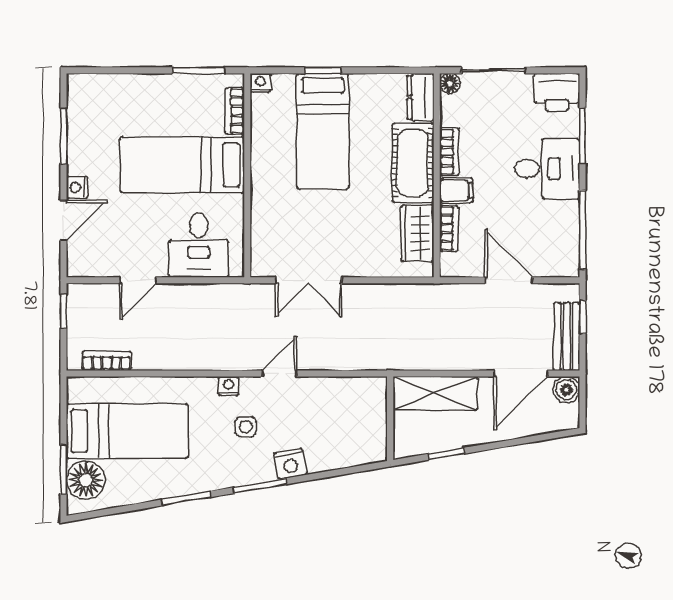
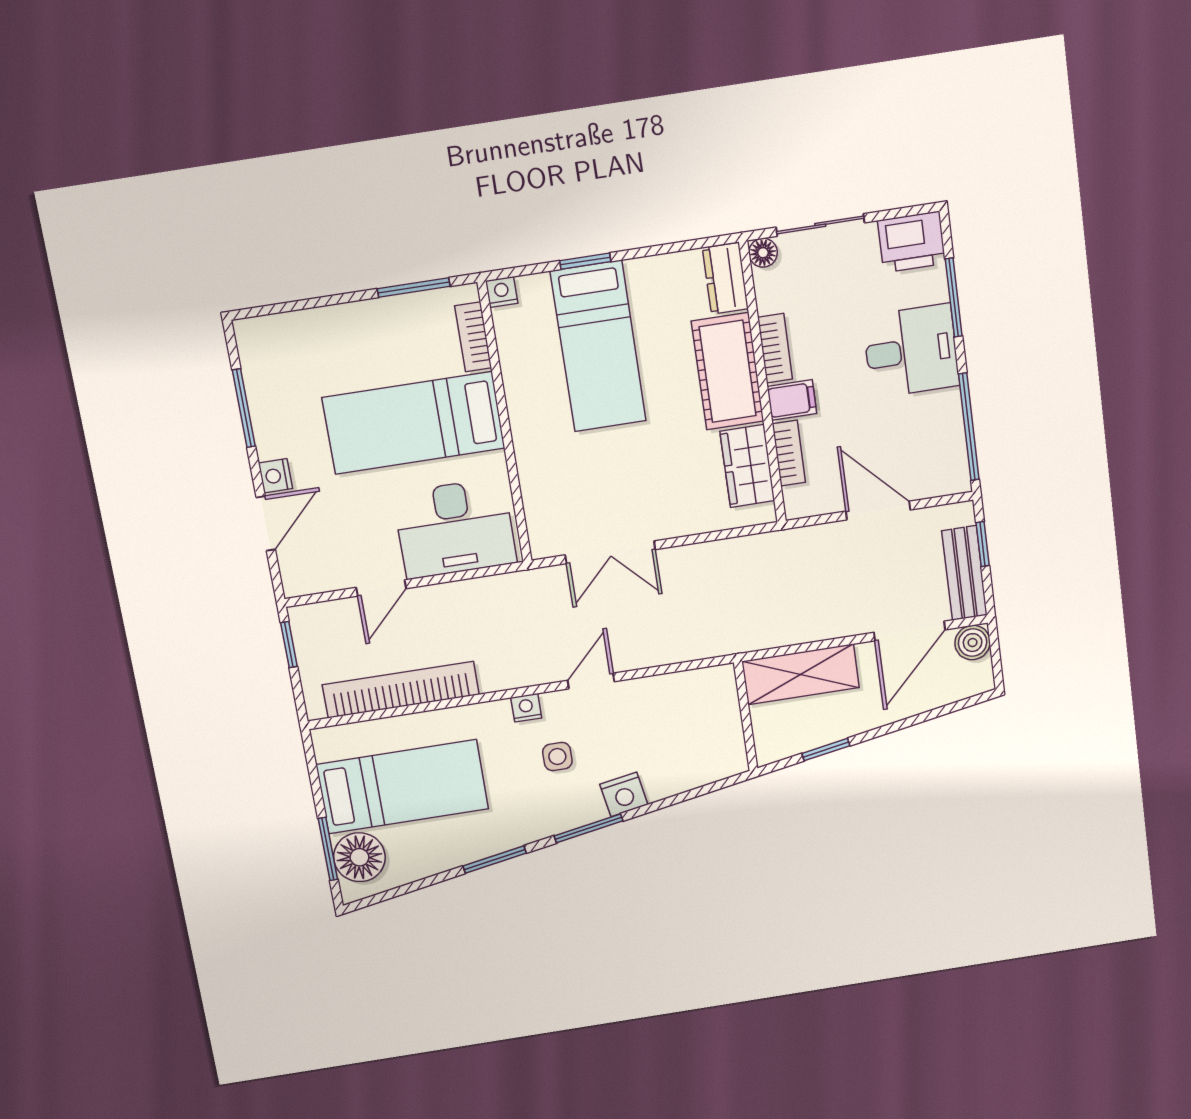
desk: (199, 245) -> (455, 528), width x1.37
bookcase: (107, 361) -> (401, 690), width x2.31, depth x1.31

